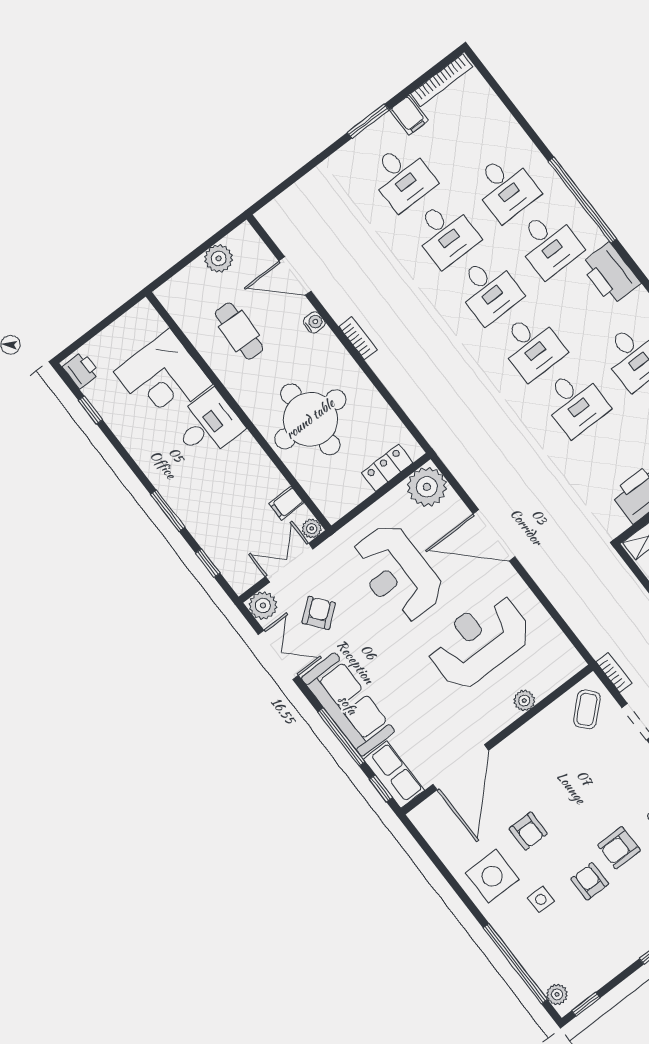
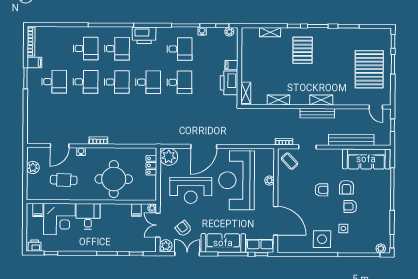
filing cabinet: (149, 326) -> (38, 210), added
reception desk: (479, 641) -> (237, 180), width x1.36, depth x1.30
armchair: (528, 831) -> (321, 190), moved

